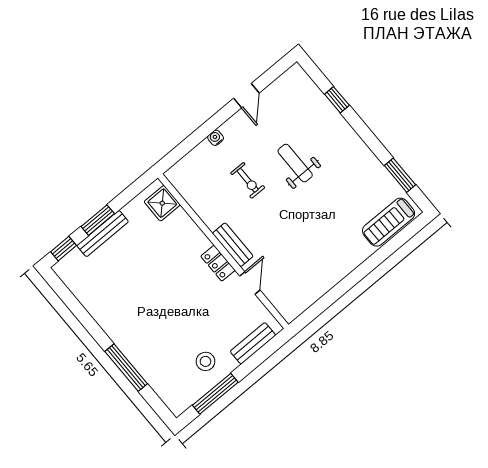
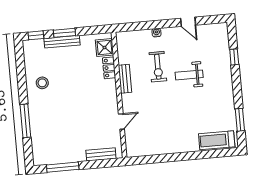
door: (246, 96) -> (188, 22), hinge flipped
weight bench: (295, 163) -> (189, 75), turned -90
exercise bike: (248, 180) -> (158, 67), width x1.38, depth x1.39
bench: (233, 245) -> (125, 79), moved
locker: (218, 263) -> (109, 68), moved
stool: (205, 361) -> (42, 83), moved

